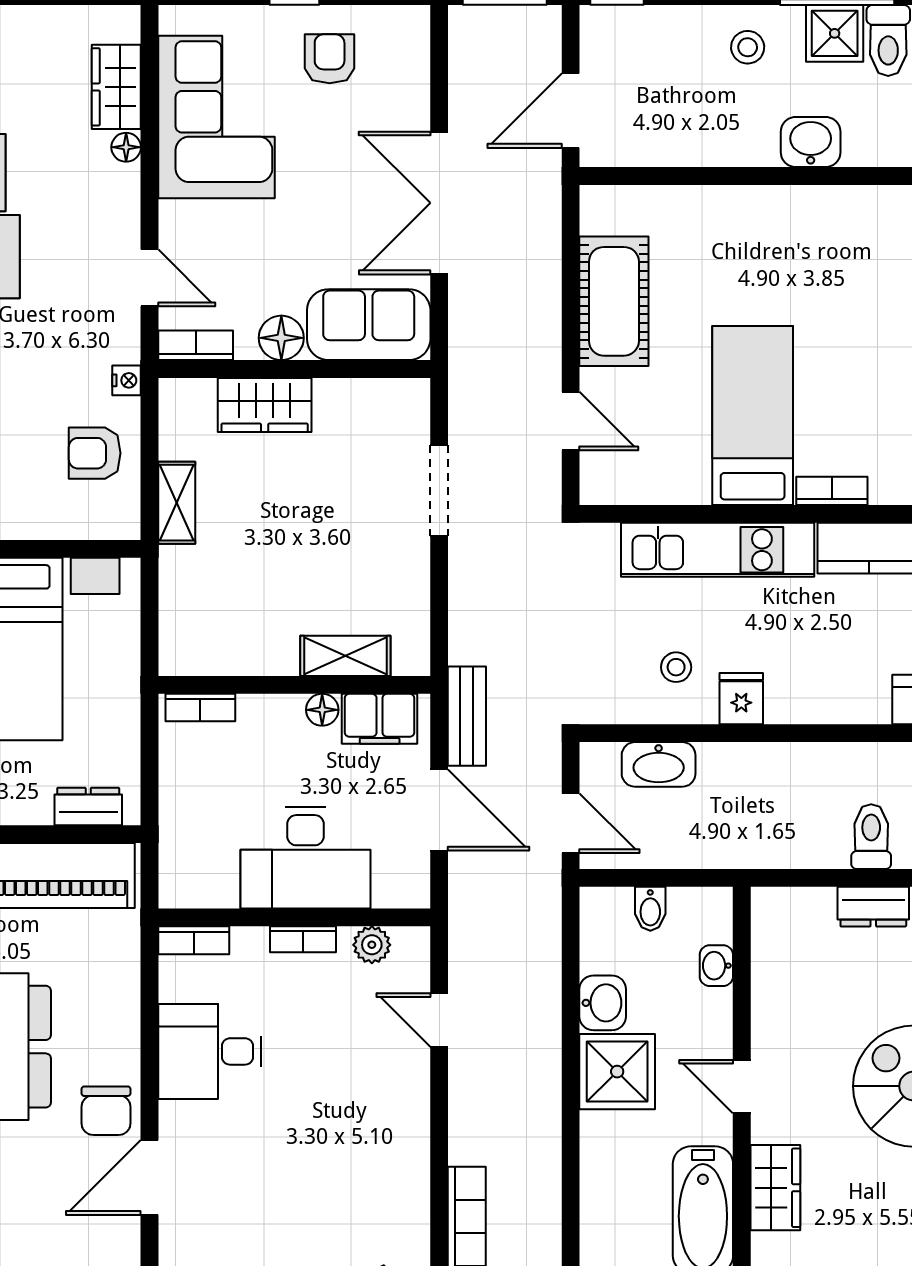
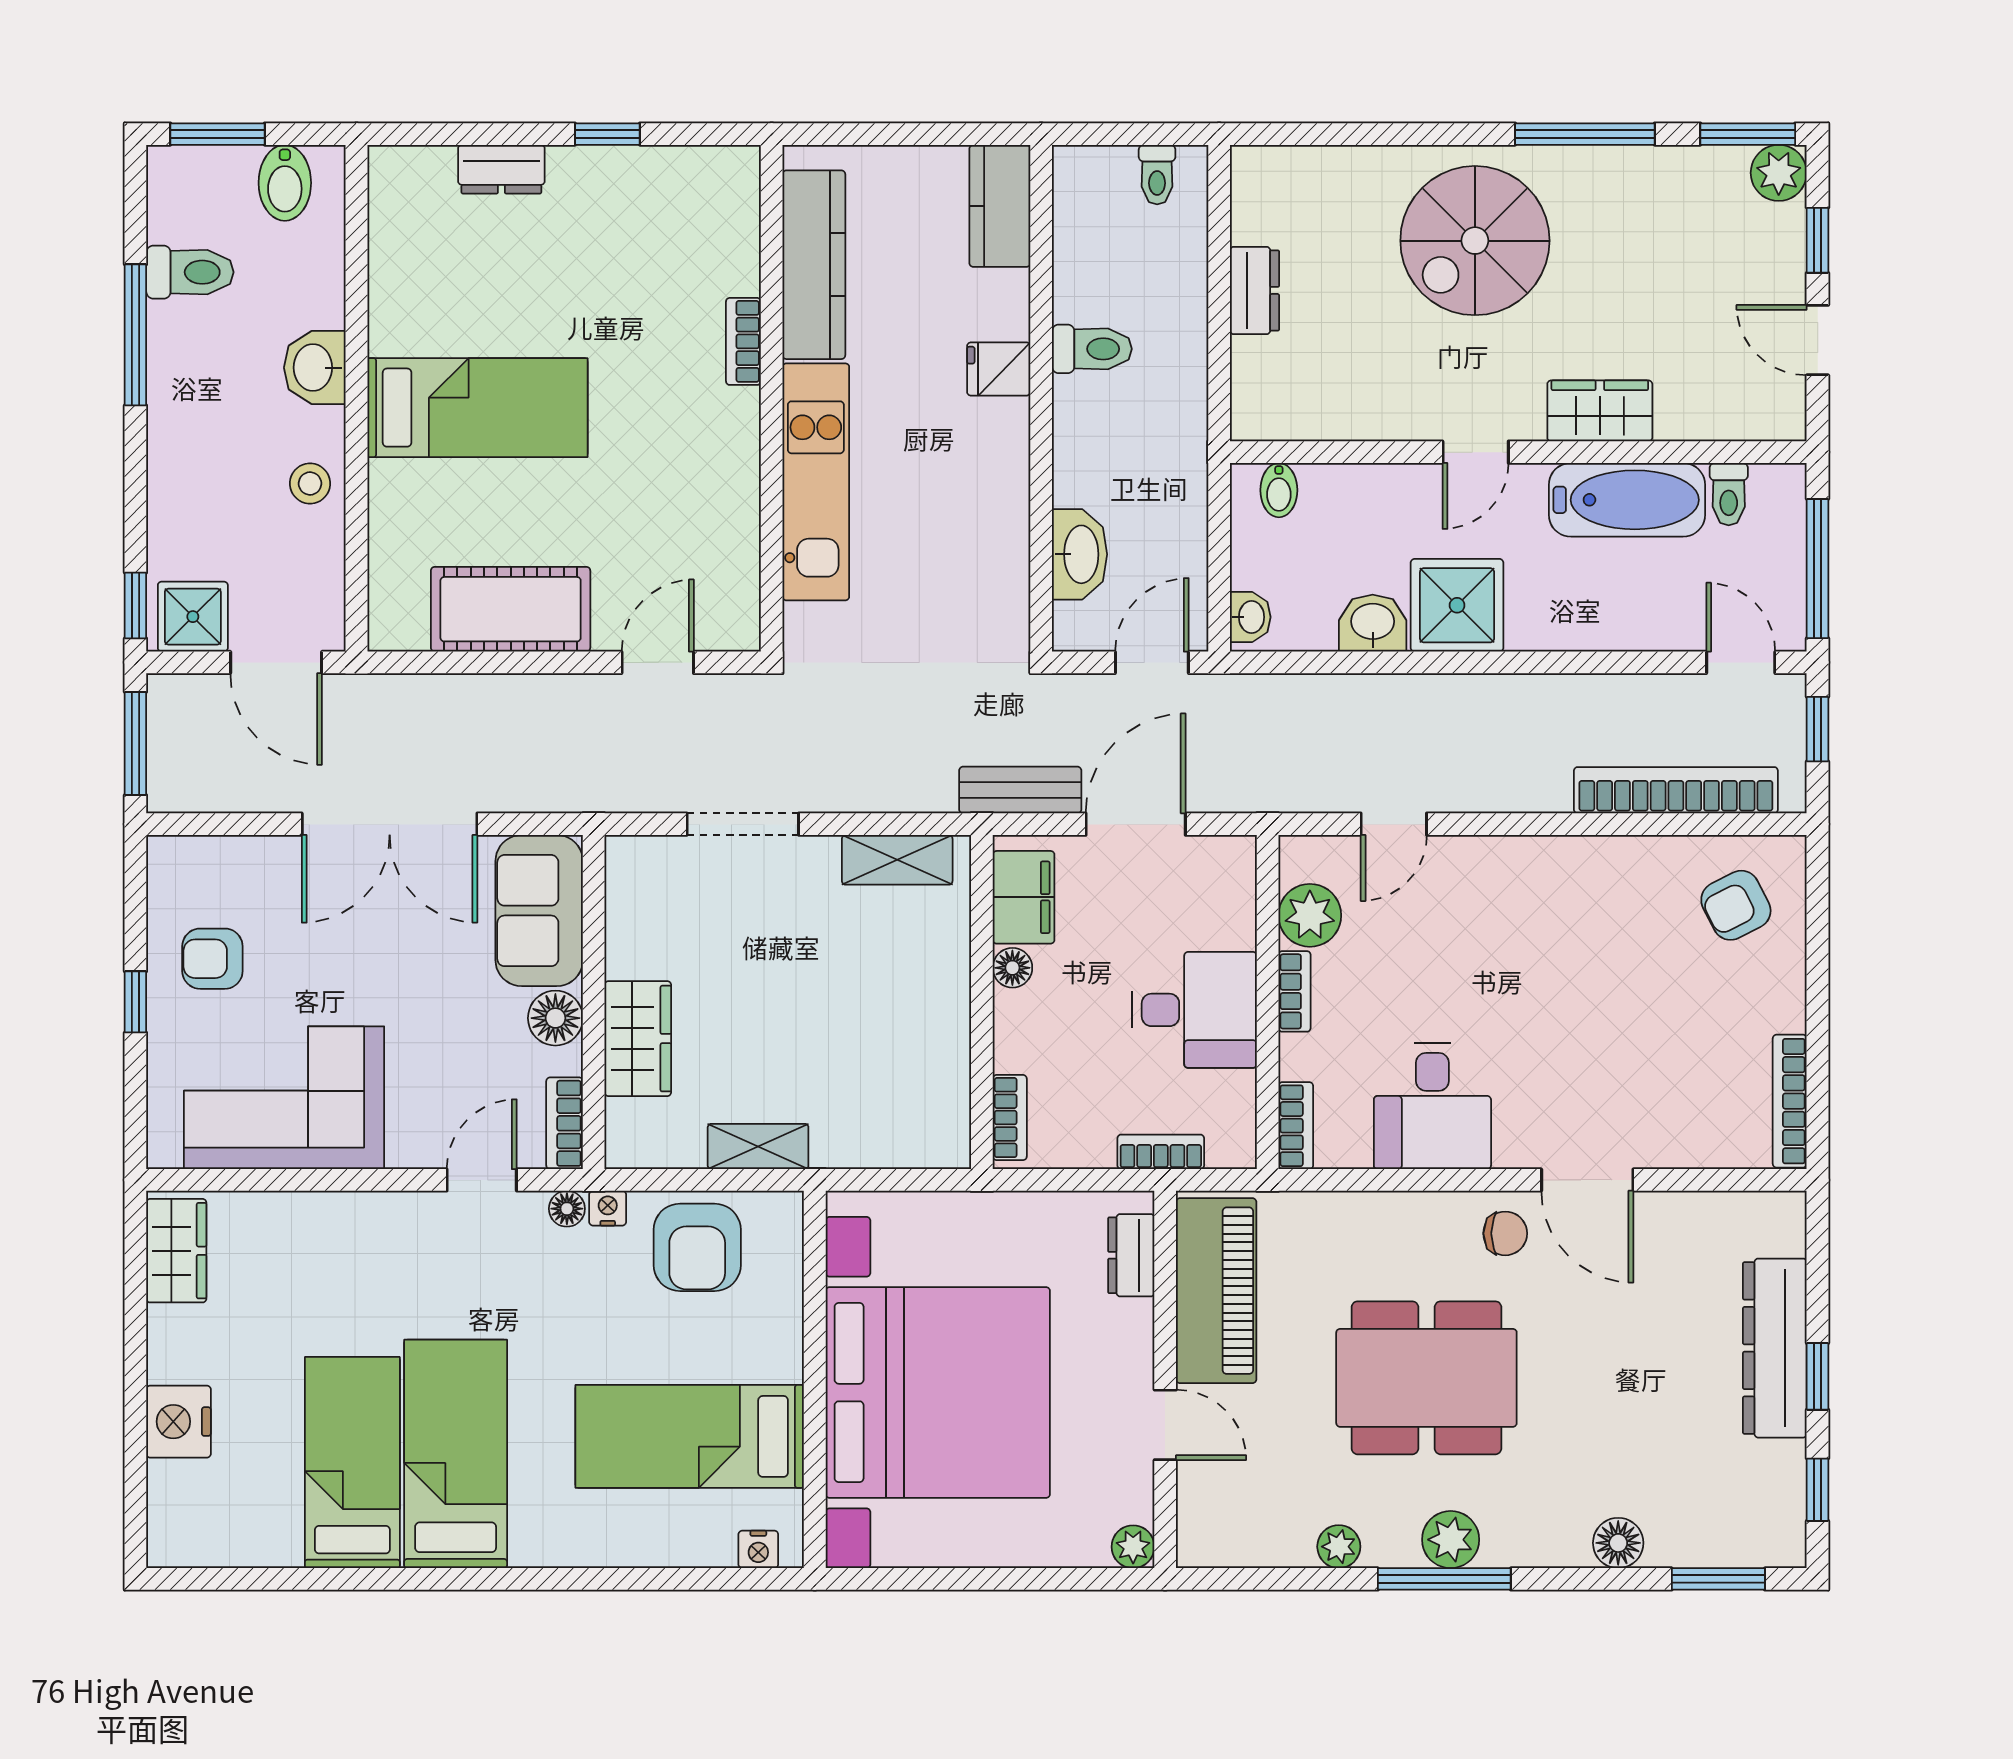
shower: (835, 33) -> (193, 617), moved
stool: (748, 47) -> (310, 483), moved
wardrobe: (116, 87) -> (176, 1251), moved, turned -90
floor lamp: (126, 147) -> (567, 1209), moved
bed: (753, 415) -> (477, 408), moved, turned 180
armchair: (95, 453) -> (697, 1247), width x1.38, depth x1.38
shelving: (345, 656) -> (897, 860), moved, turned 90
stool: (676, 667) -> (960, 533), removed
fridge: (741, 699) -> (999, 369), moved
bookcase: (172, 830) -> (1161, 1152), added
toilet: (871, 837) -> (1092, 349), moved, turned 180
desk: (305, 858) -> (1194, 1010), width x0.73
bidet: (650, 909) -> (1279, 490), moved, turned 90
plant: (372, 945) -> (1310, 915), width x1.38, depth x1.38
washbasin: (716, 966) -> (1250, 617), moved, turned -90
chair: (106, 1111) -> (1505, 1233), width x0.73, depth x0.73

